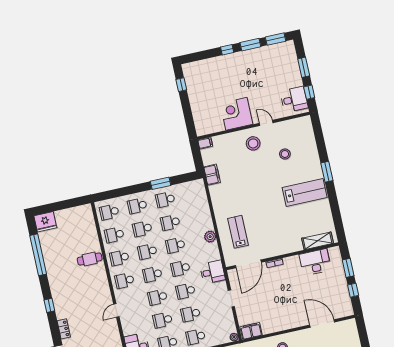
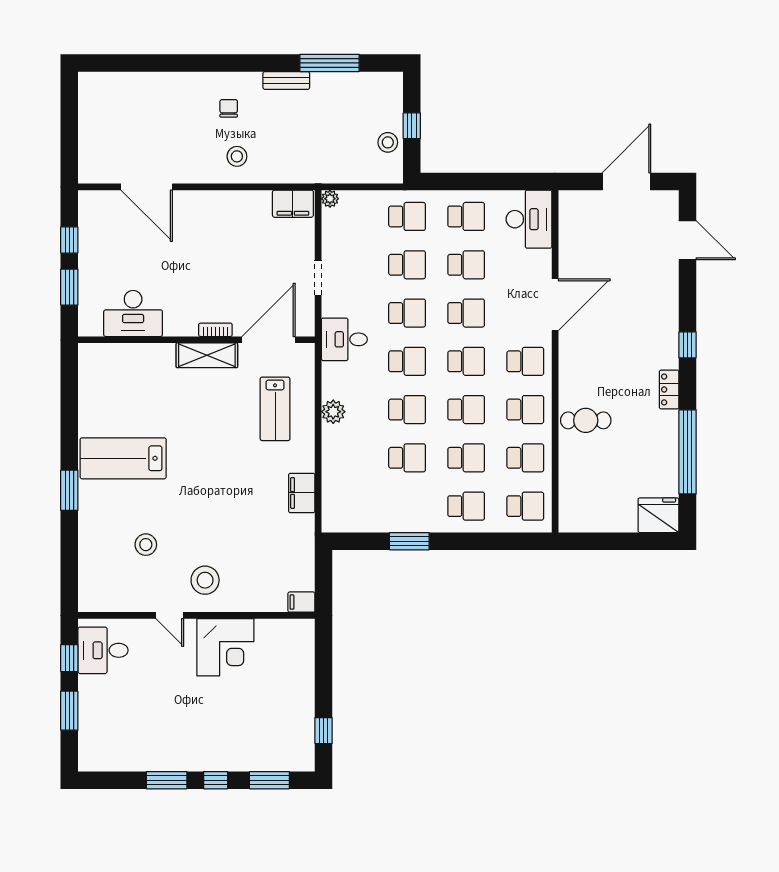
window: (276, 39) -> (269, 780), moved
filing cabinet: (212, 175) -> (302, 493), moved
school desk: (165, 200) -> (407, 506), removed
shelving: (318, 241) -> (207, 355), moved
door: (116, 311) -> (555, 305), width x1.87
locker: (64, 329) -> (669, 389), moved

